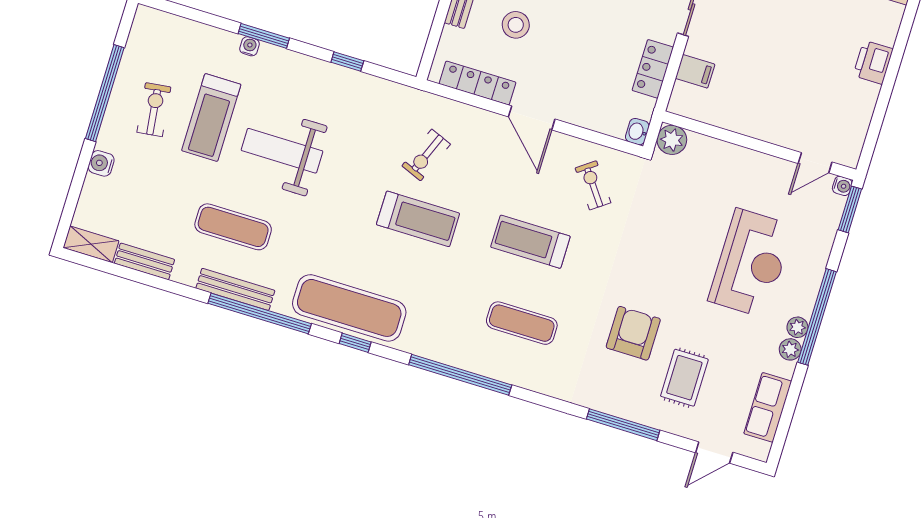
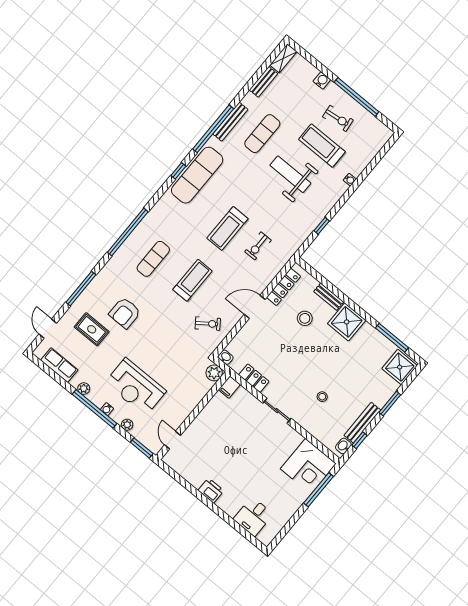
window: (264, 36) -> (352, 189), removed
filing cabinet: (695, 71) -> (229, 387), moved
weight bench: (282, 151) -> (290, 174), turned -90
exercise bike: (426, 155) -> (258, 246), turned -112
water cooler: (842, 186) -> (107, 409), moved
plant: (797, 327) -> (127, 425), moved
armchair: (633, 333) -> (125, 313), turned 90
window: (460, 375) -> (128, 232), moved

